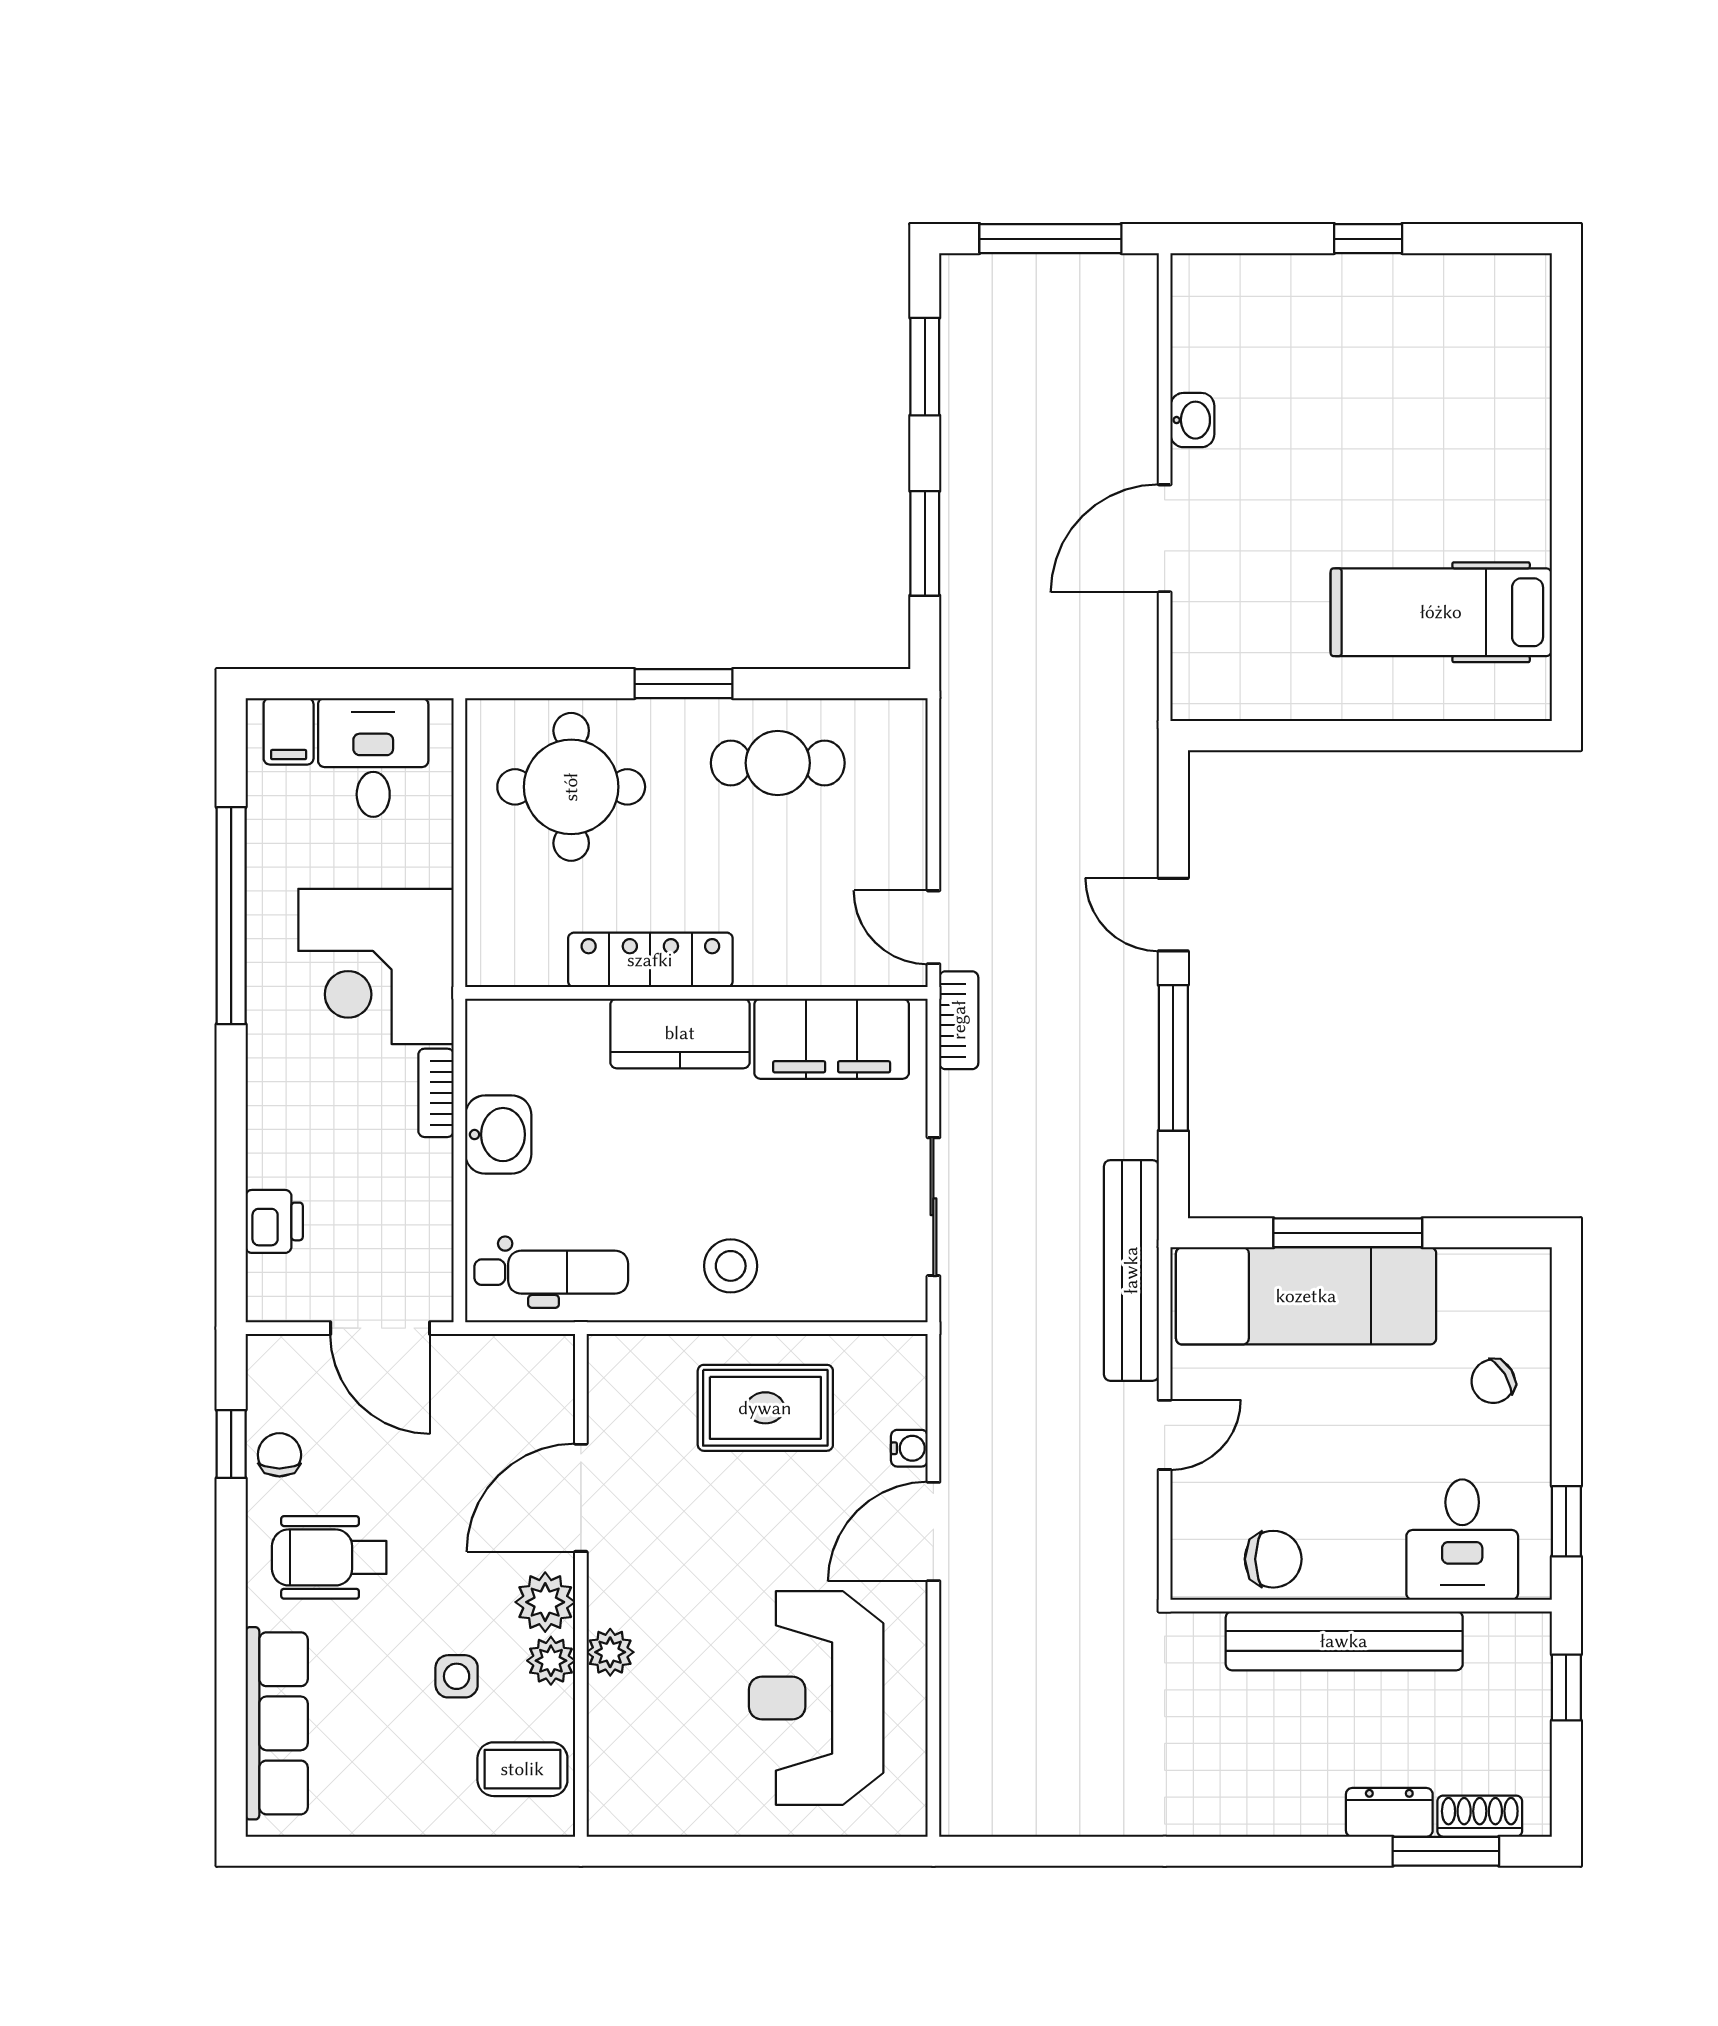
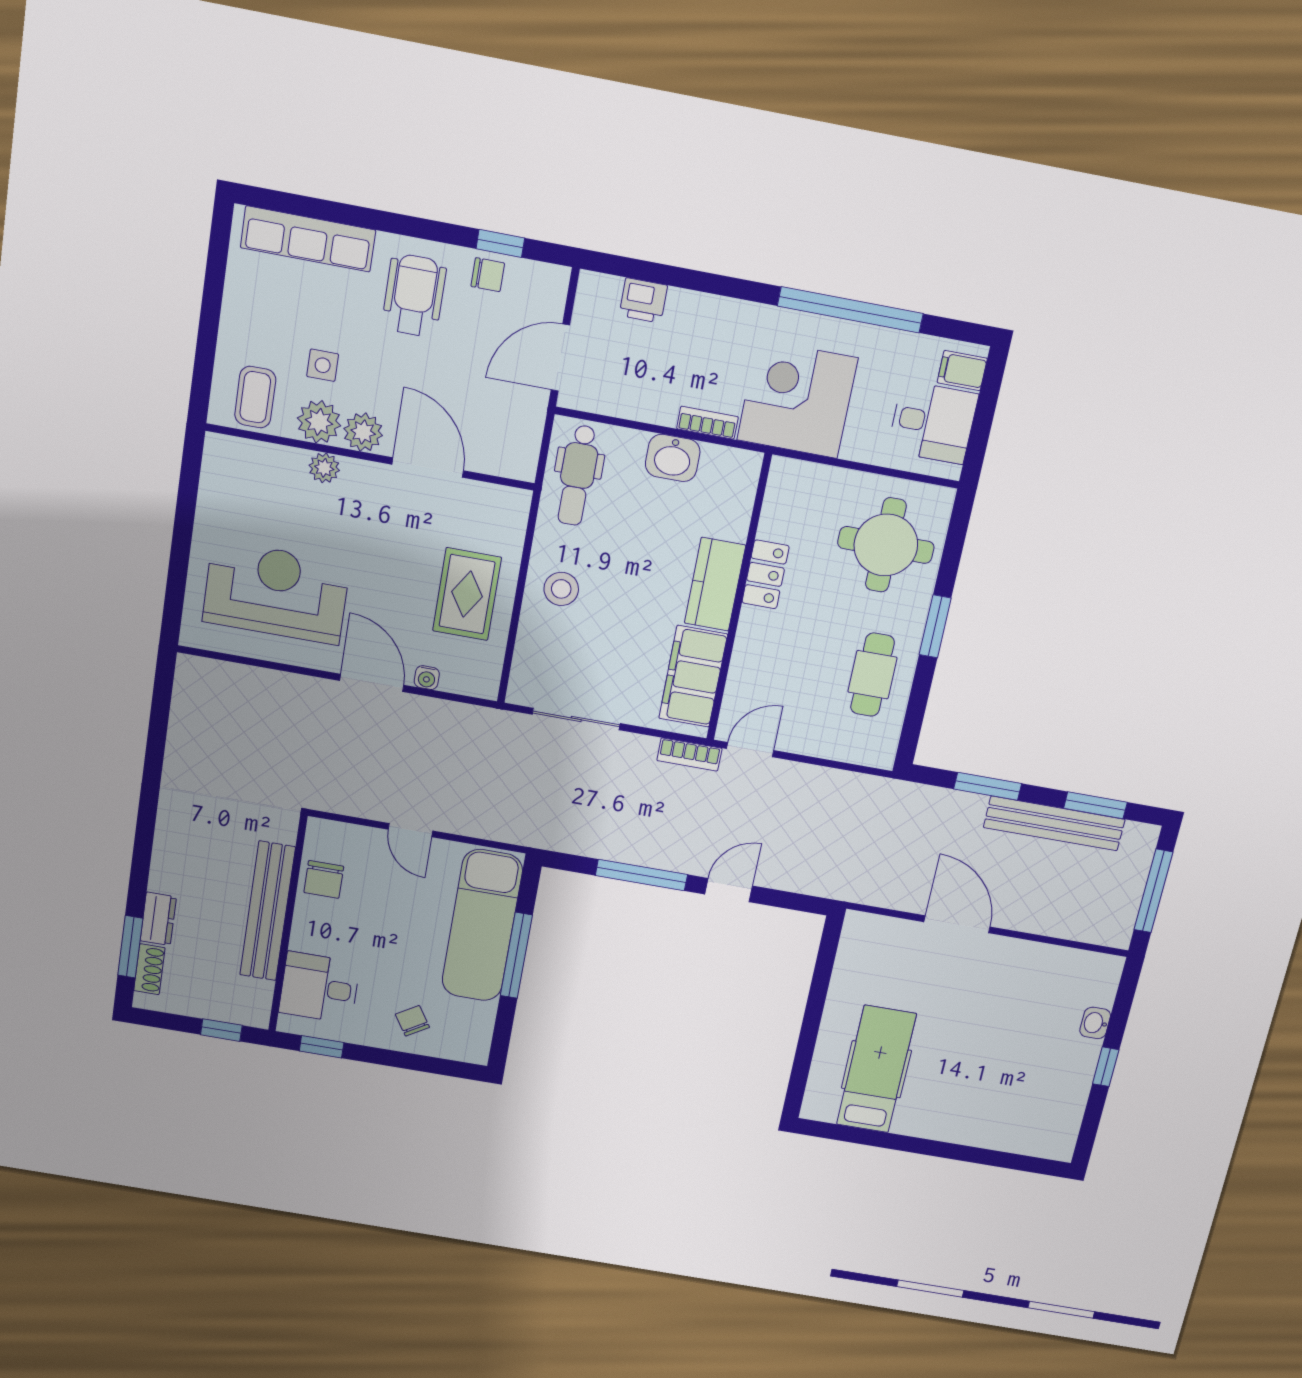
washbasin: (1192, 420) -> (1095, 1023), moved, turned 90
locker: (650, 960) -> (765, 574), width x0.66
bench: (1131, 1270) -> (1054, 823), moved
plant: (551, 1661) -> (319, 422), width x1.38, depth x1.38

